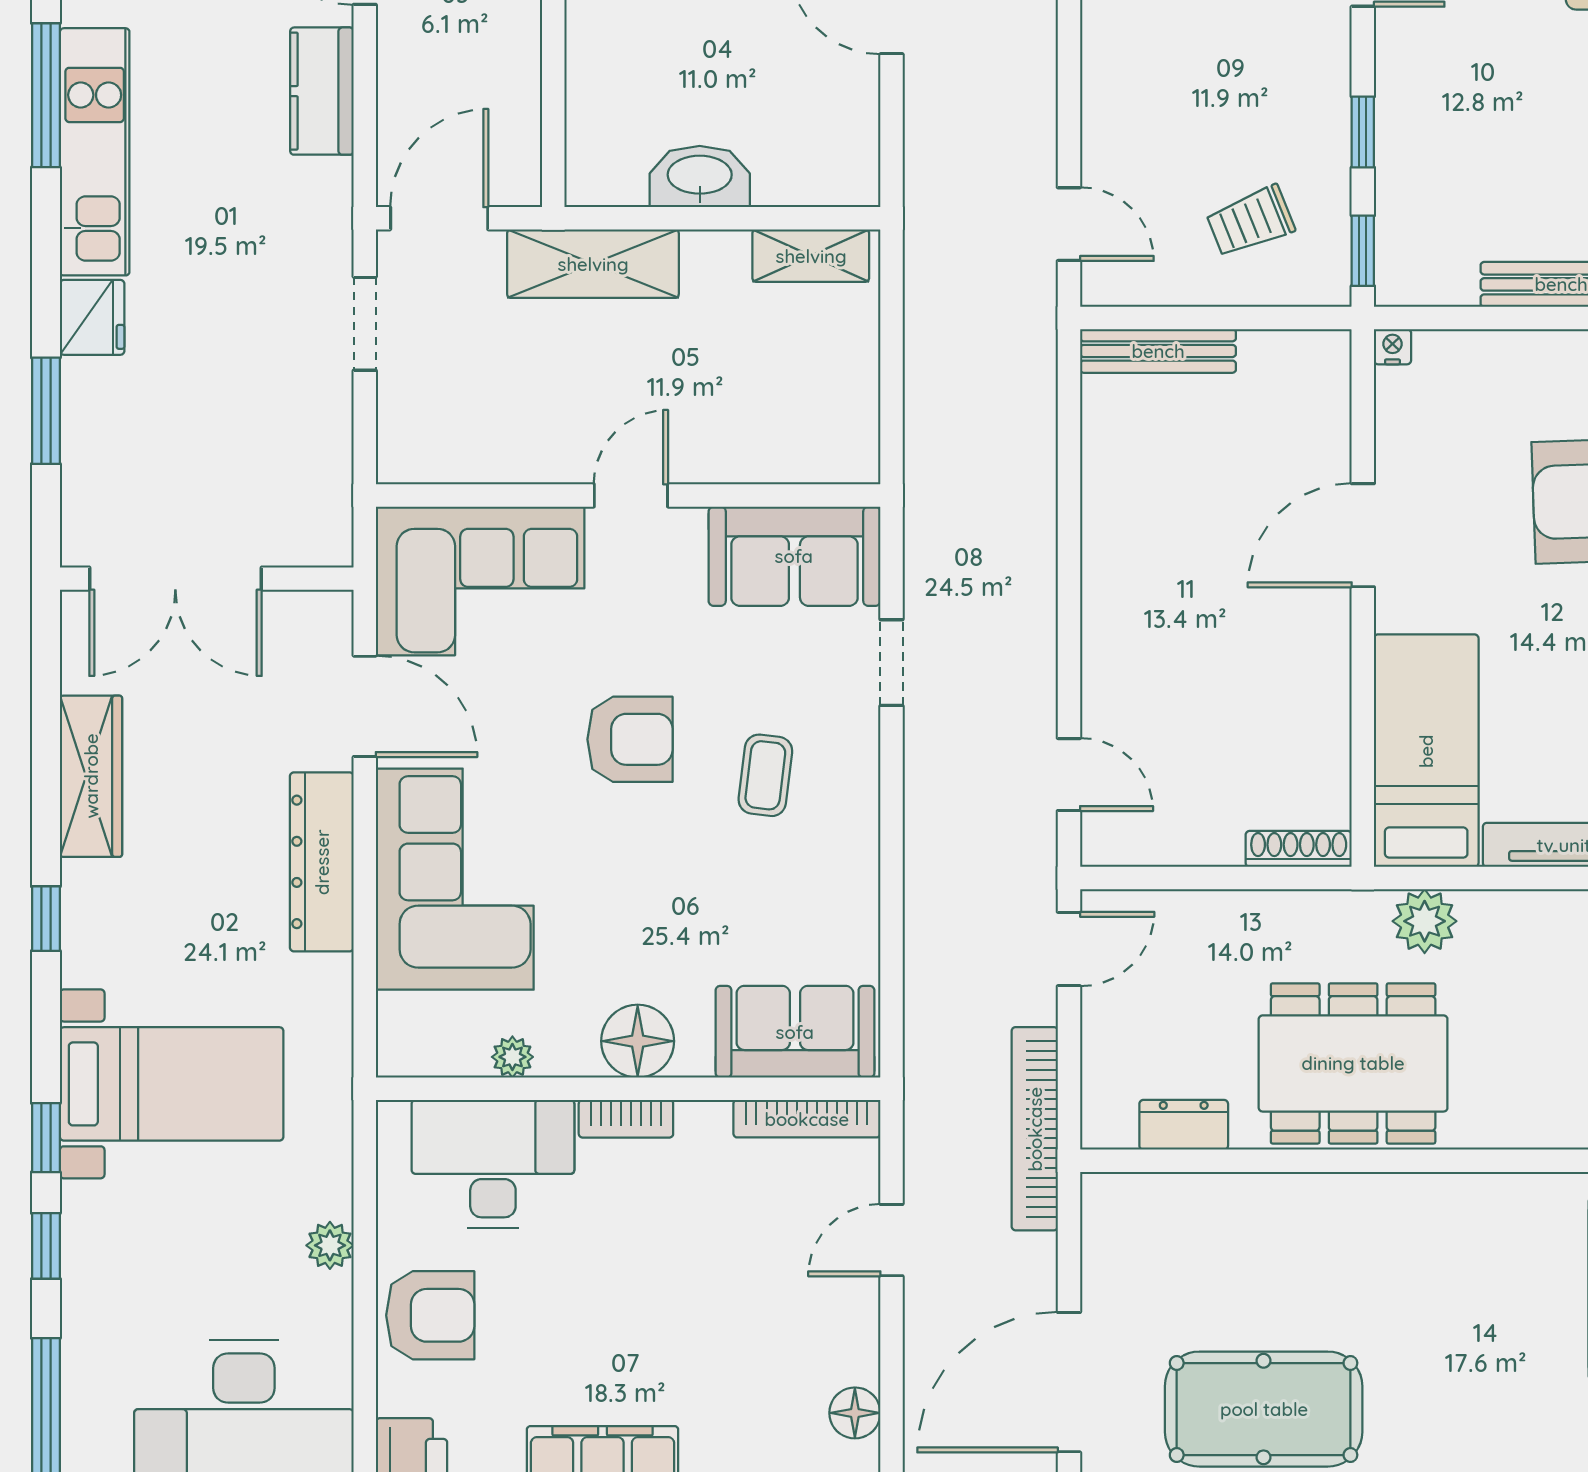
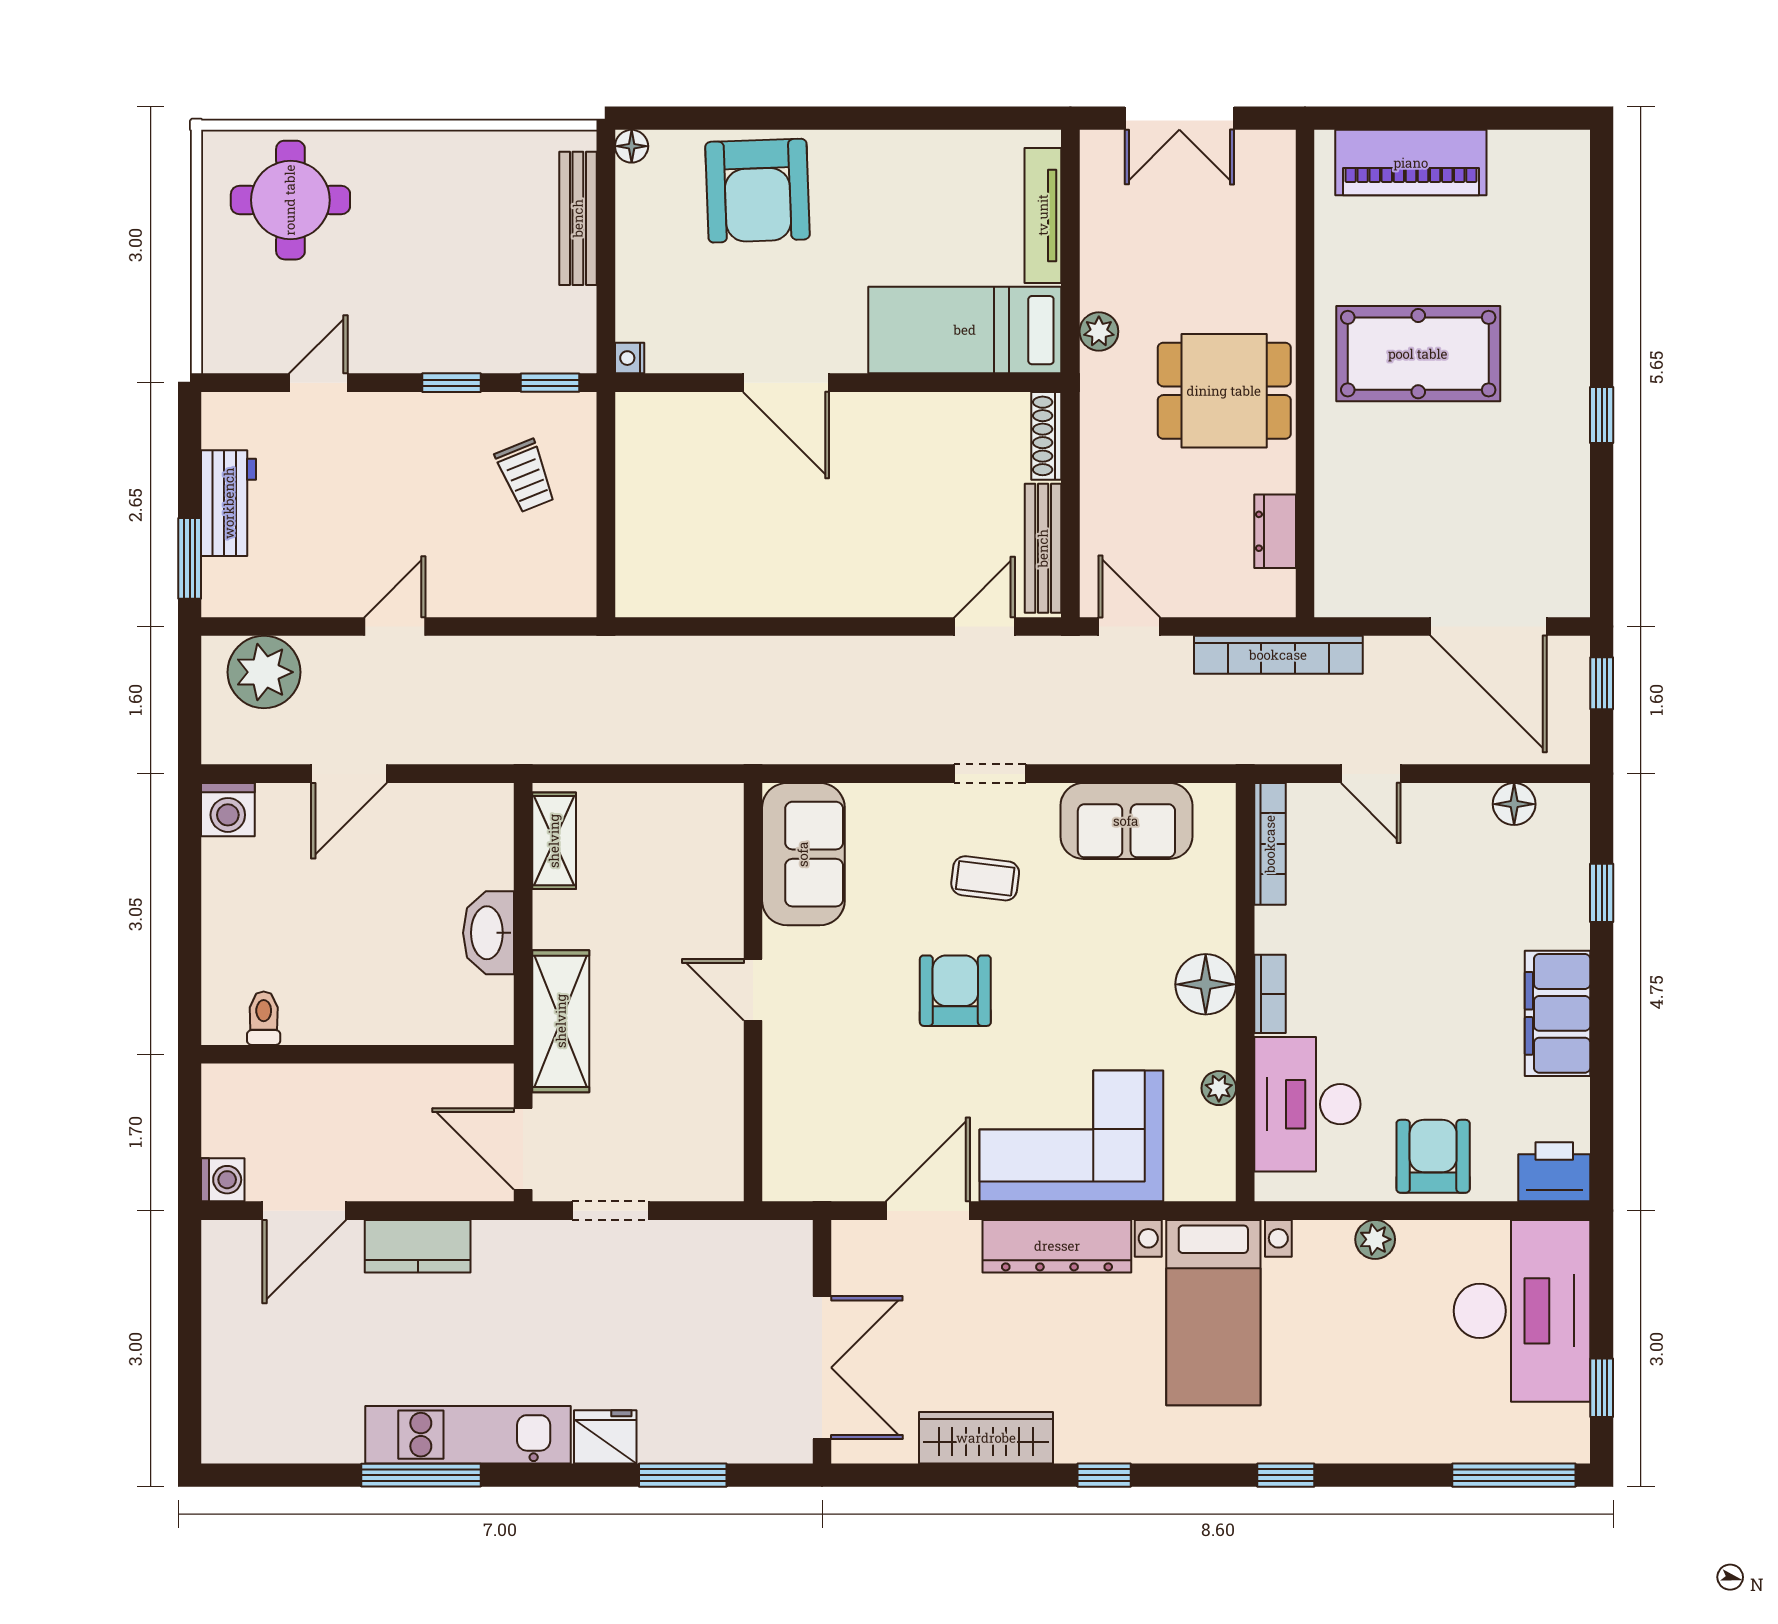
door: (1069, 224) -> (395, 626), moved
bench: (1158, 351) -> (1043, 548), moved
corner sofa: (480, 581) -> (824, 1115), removed
doorway: (891, 663) -> (990, 774), moved
plant: (1425, 921) -> (1099, 331), width x0.73, depth x0.73
sofa: (795, 1032) -> (1126, 821), moved, turned -90
dining table: (1353, 1063) -> (1224, 391), width x0.73
bed with nightstands: (172, 1084) -> (1213, 1313), moved, turned 180
window: (46, 1246) -> (1376, 1475), removed
pool table: (1264, 1409) -> (1418, 354), moved, turned 90

